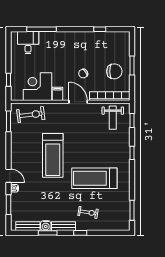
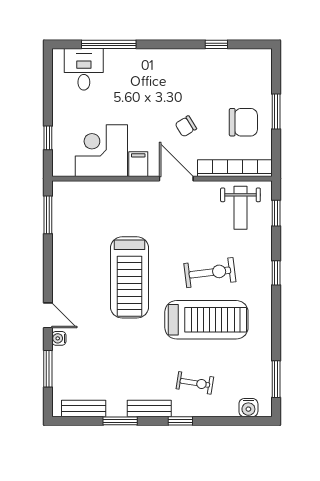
exercise bike: (31, 115) -> (210, 273), moved
treadmill: (94, 178) -> (206, 320), turned 180
water cooler: (46, 226) -> (248, 408), moved

